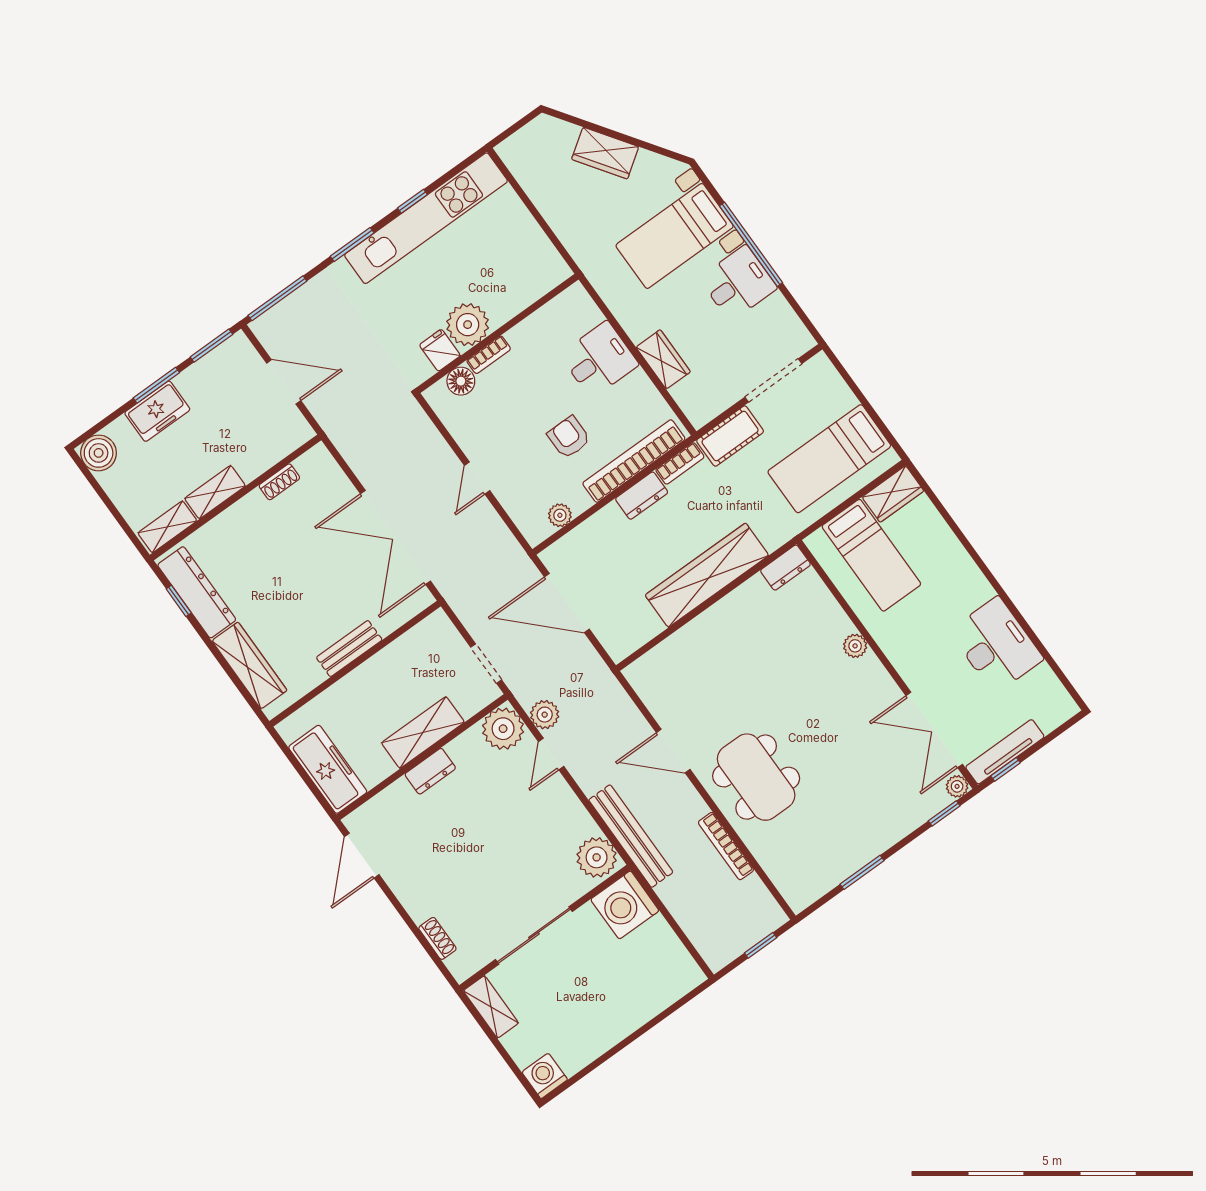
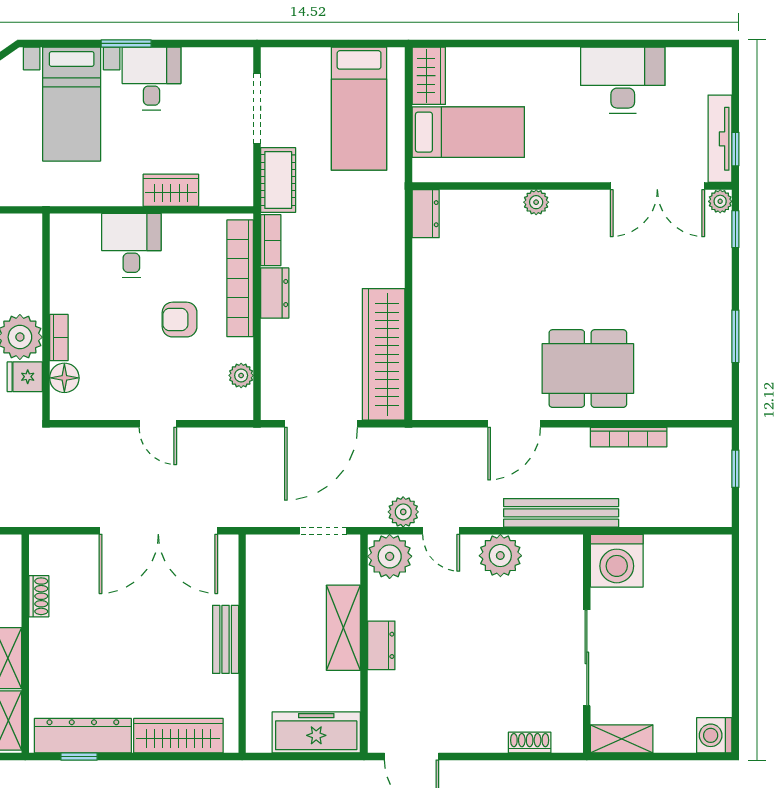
window: (751, 244) -> (126, 43), width x0.47
wardrobe: (707, 575) -> (384, 354), moved
plant: (597, 857) -> (500, 556), moved

